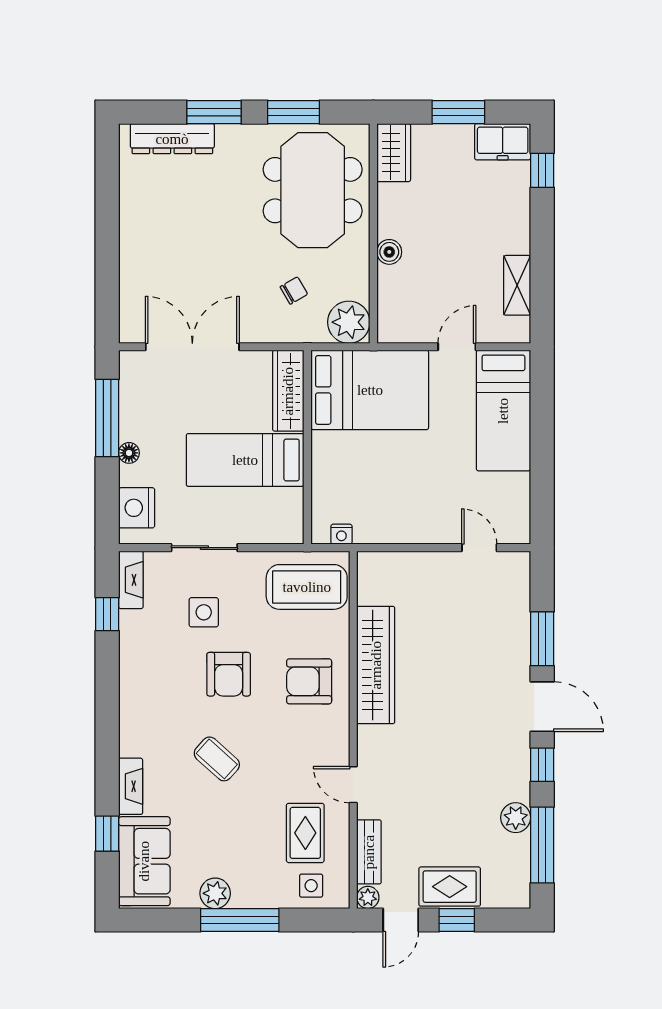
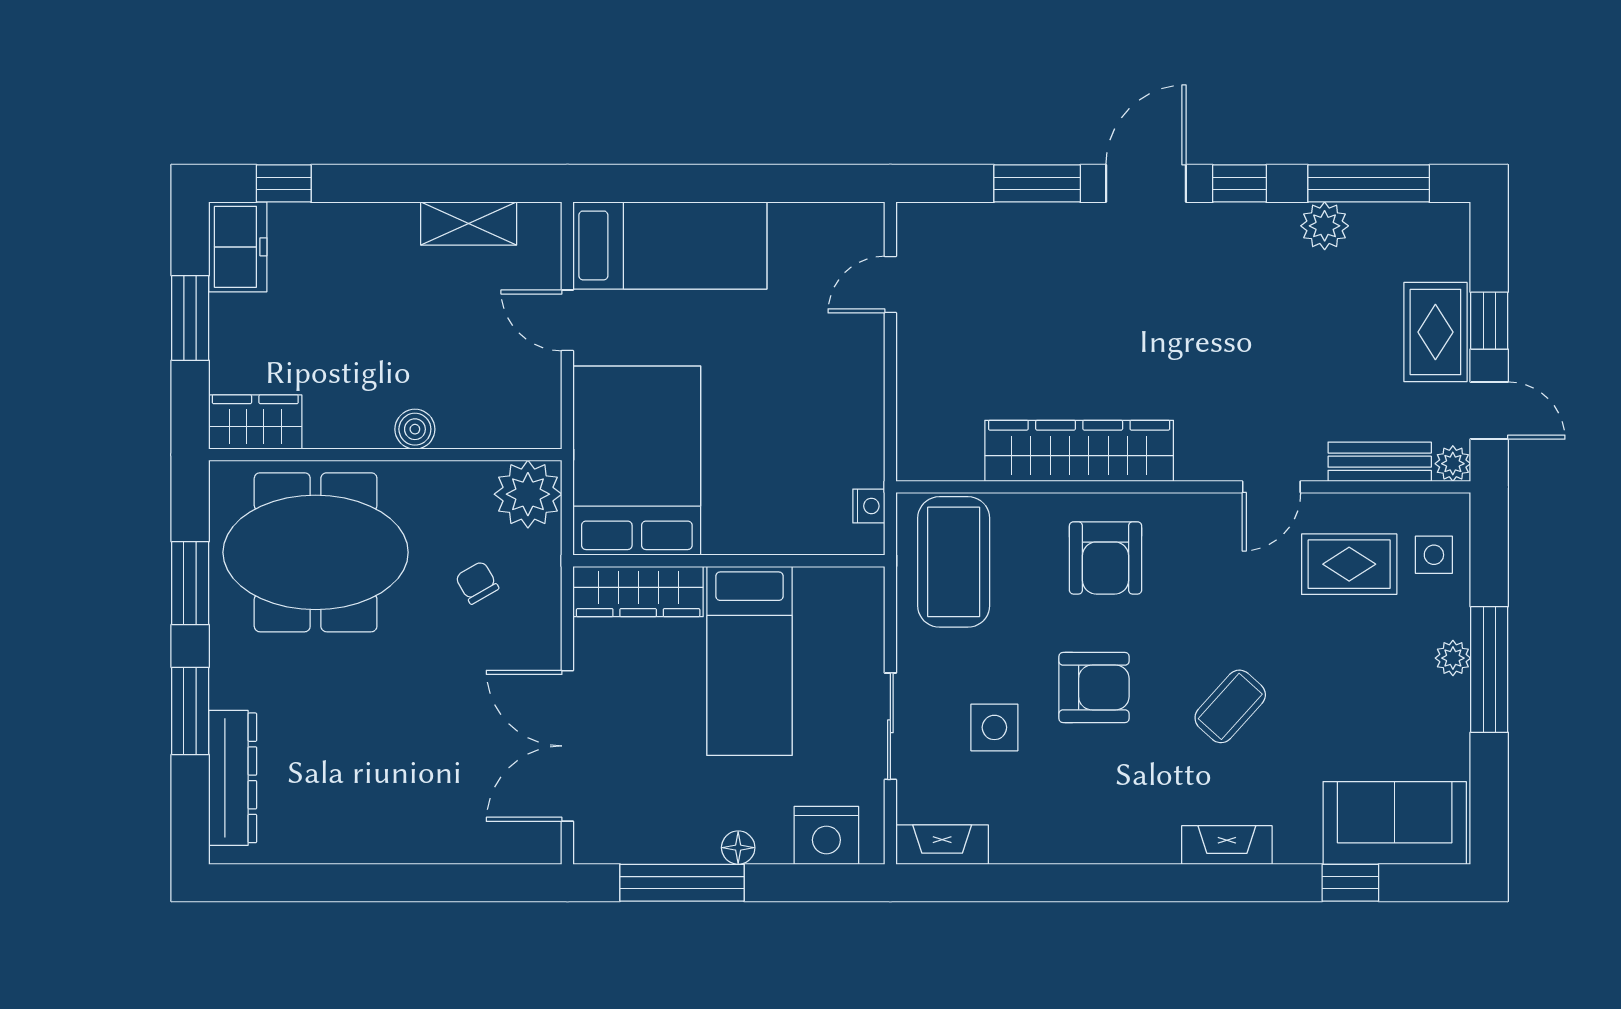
window: (107, 614) -> (997, 883), removed
fireplace: (131, 786) -> (1227, 845), moved
plant: (215, 893) -> (1453, 658), moved, width x0.73, depth x0.73

